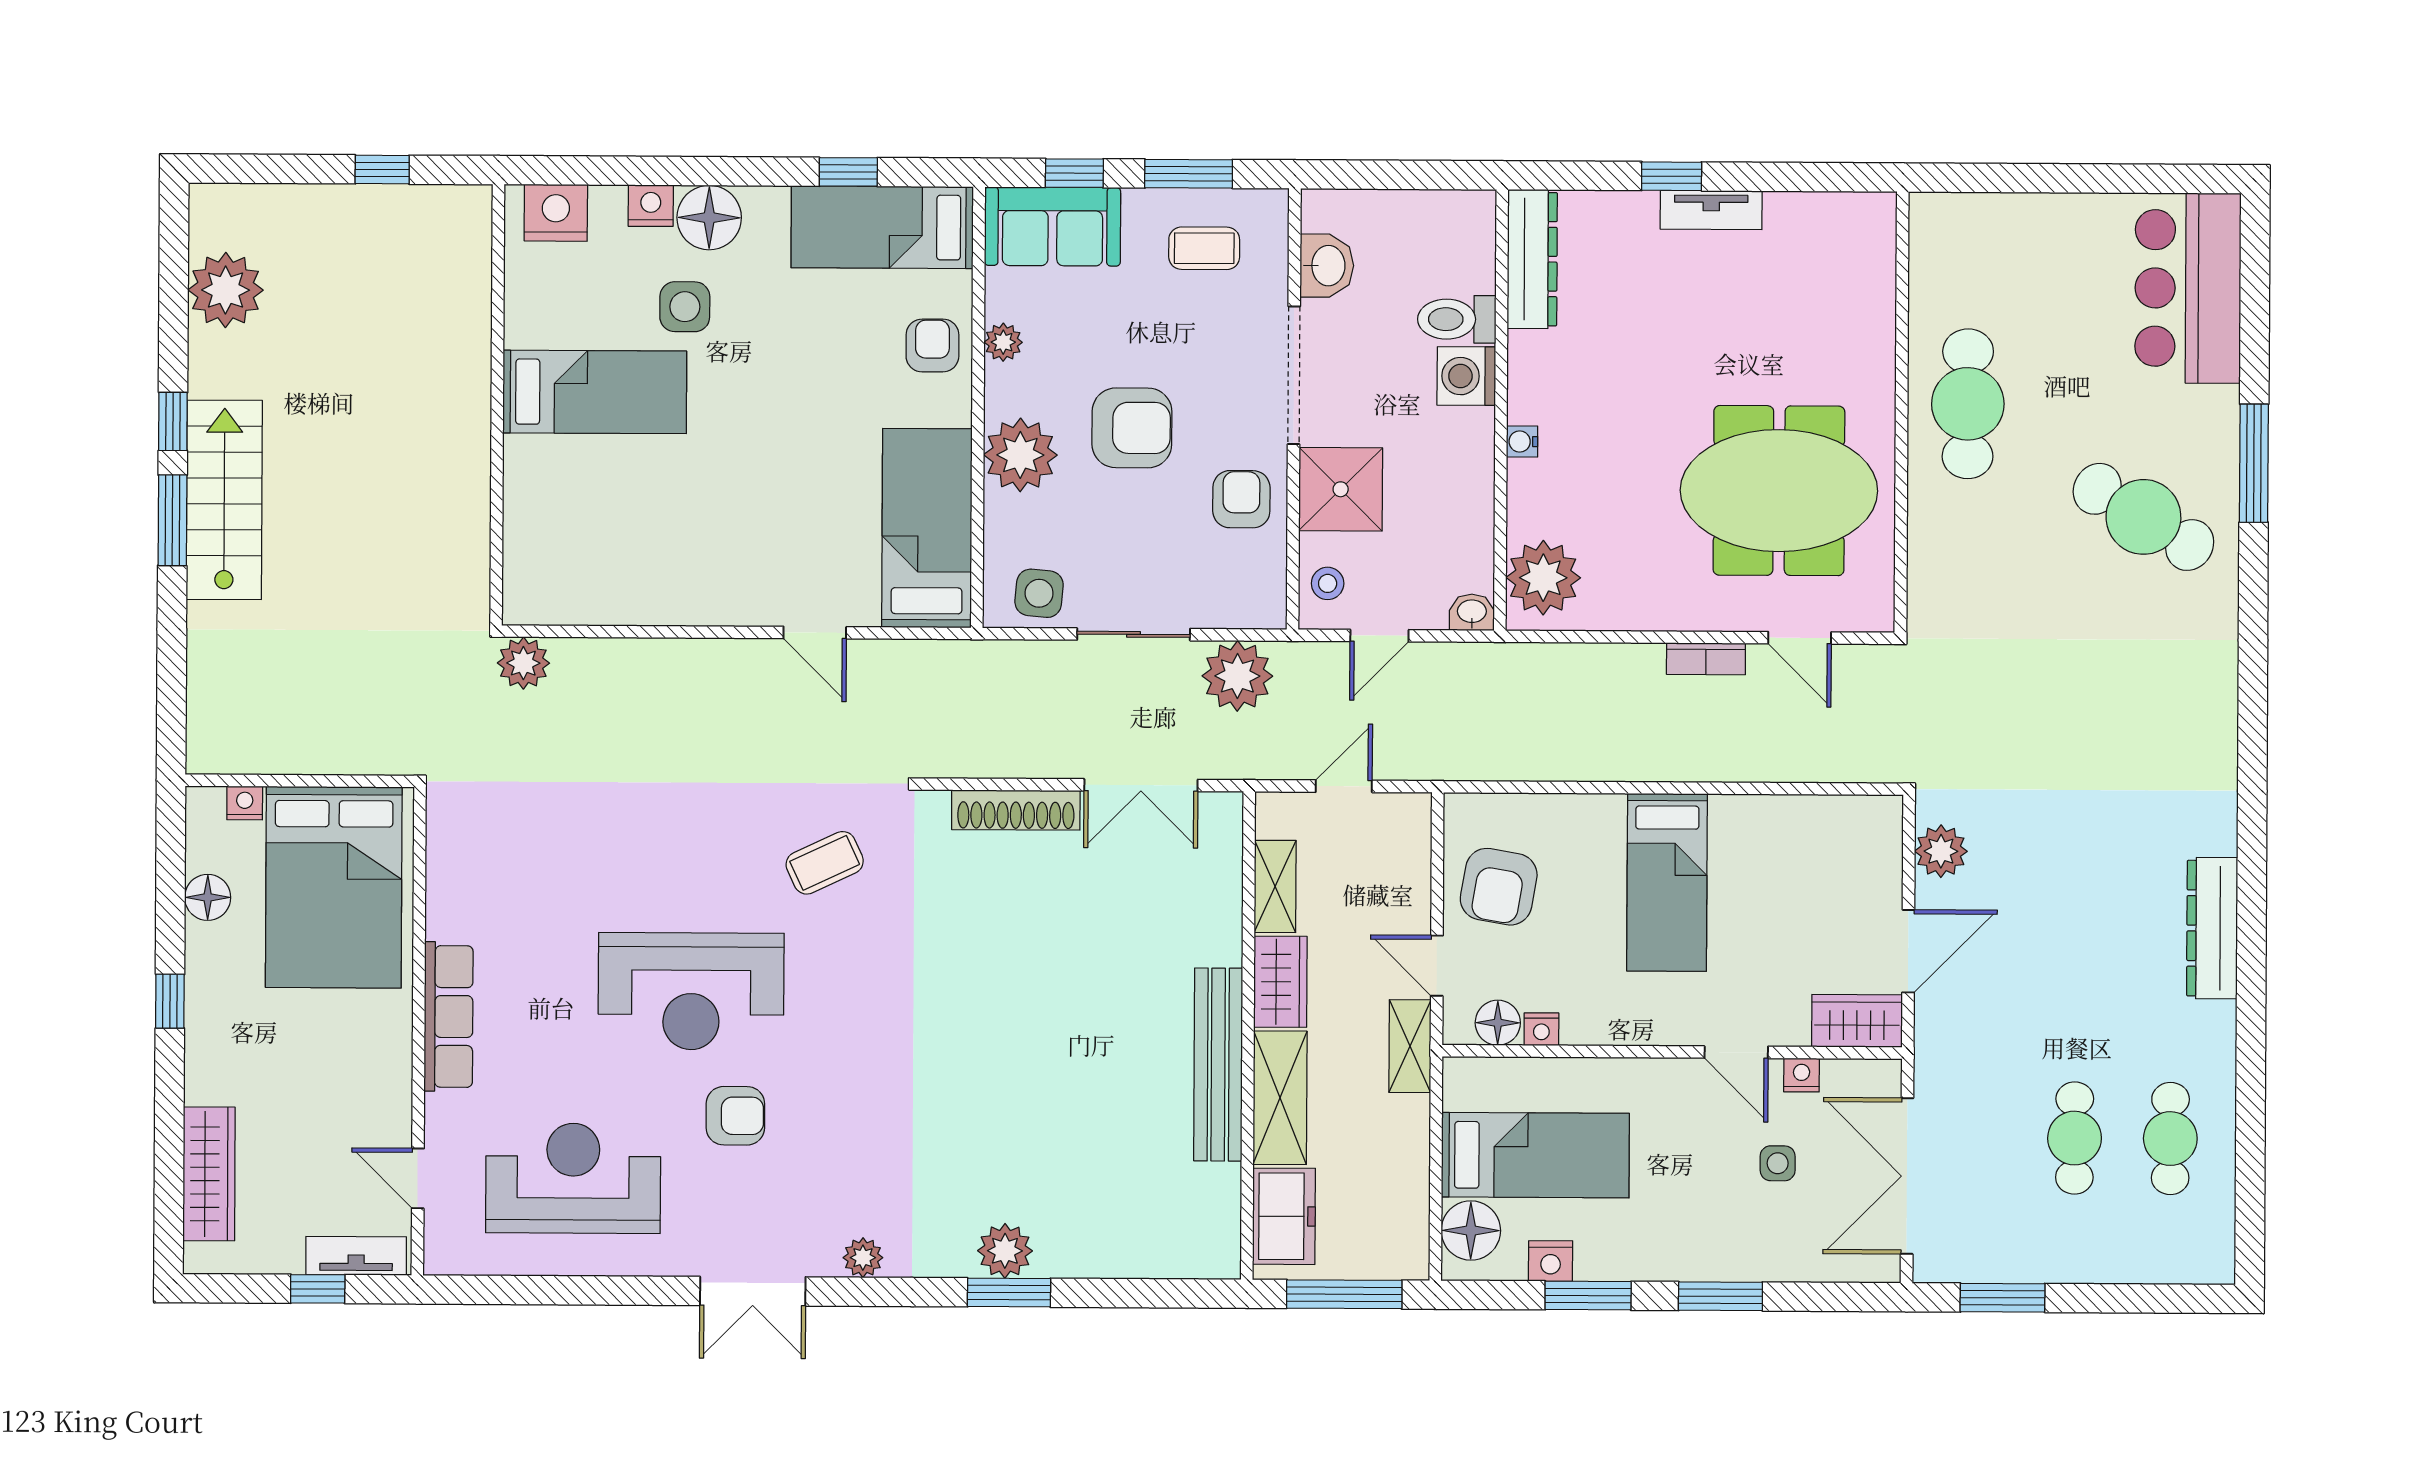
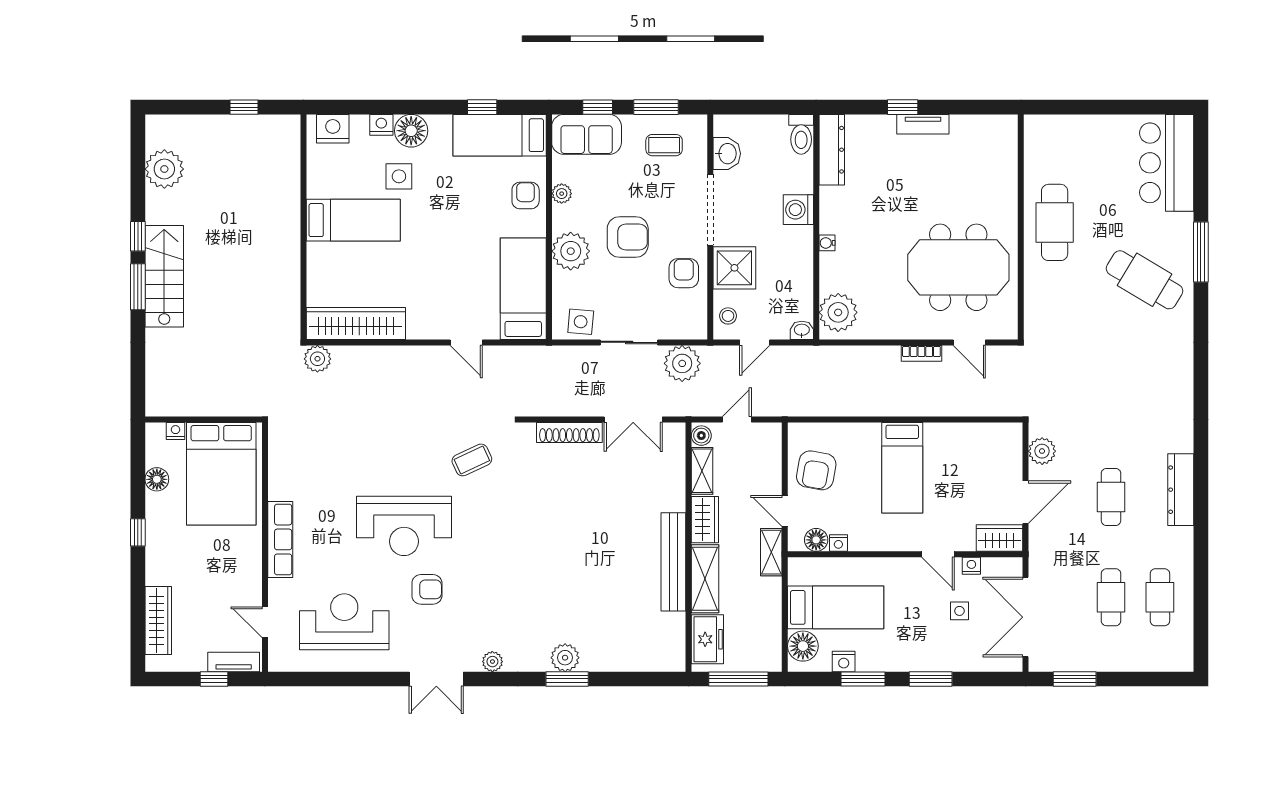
toilet: (1457, 319) -> (801, 134), moved, turned -90
wardrobe: (599, 594) -> (356, 324), added
boiler: (1274, 817) -> (701, 436), added
cafe table: (2076, 942) -> (1111, 497), added

